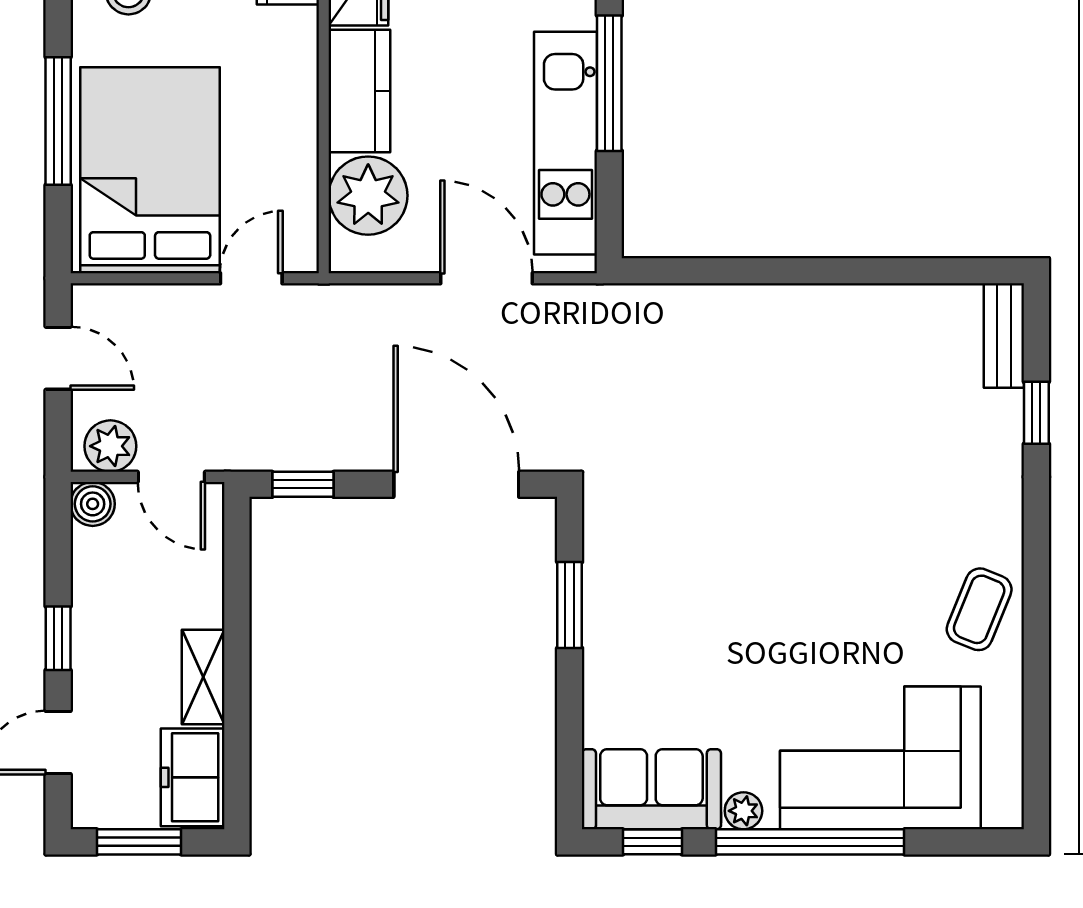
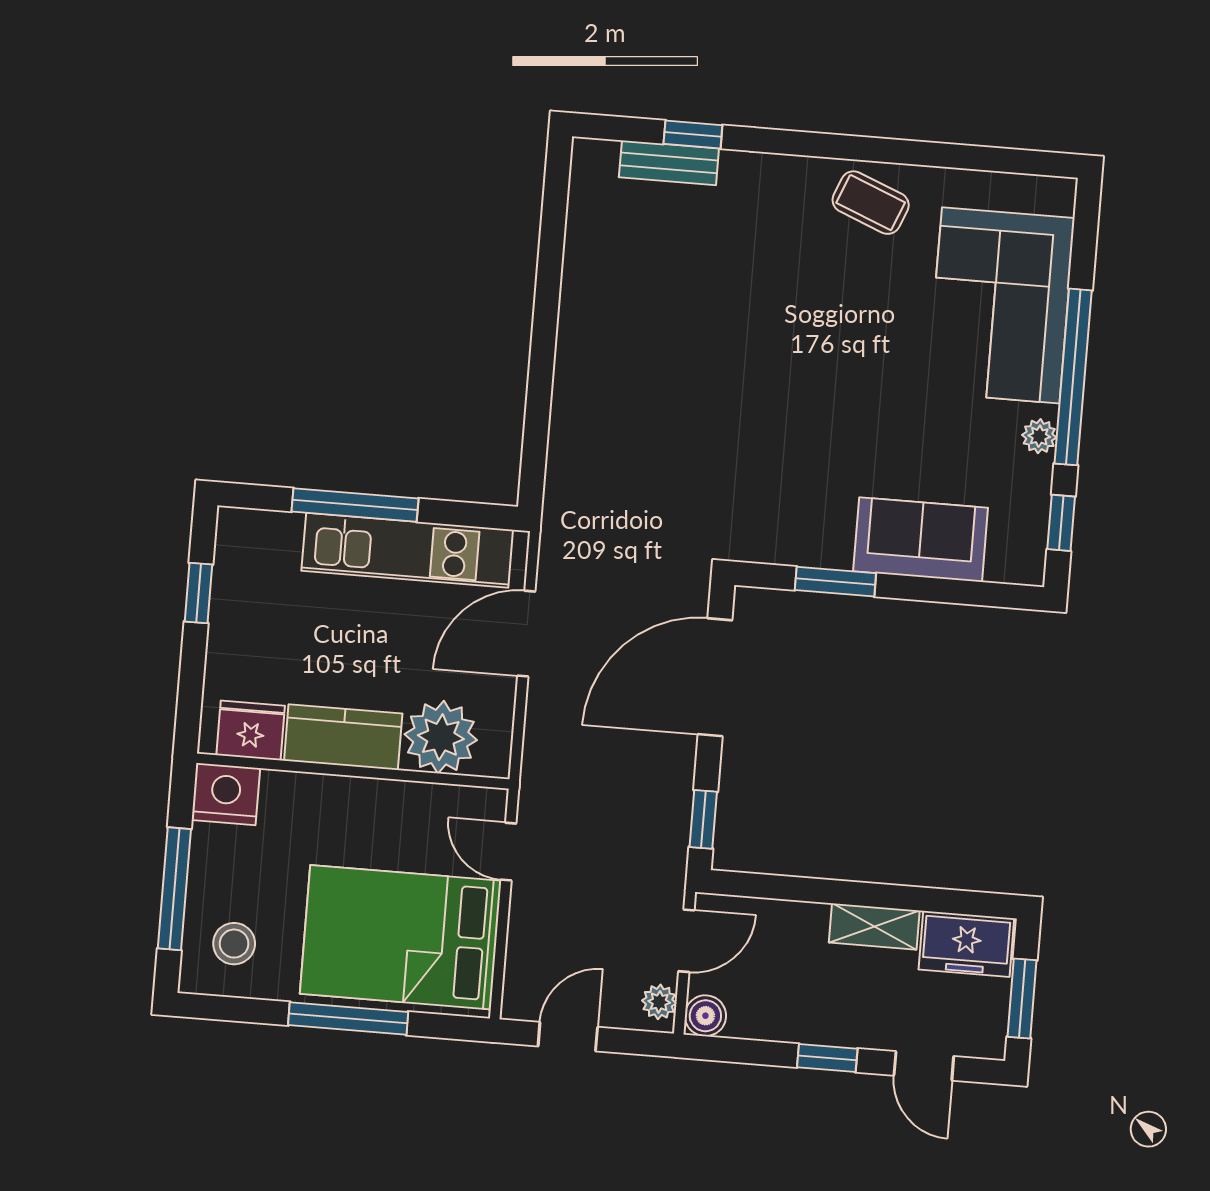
bench: (1004, 336) -> (669, 163), moved
plant: (110, 446) -> (659, 1002), width x0.73, depth x0.73
sofa: (651, 789) -> (921, 540), moved, turned 90

